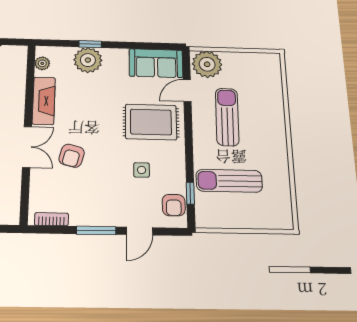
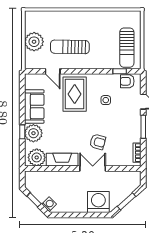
plant: (42, 63) -> (37, 157), width x1.88, depth x1.88
sofa: (156, 63) -> (34, 107), moved
plant: (207, 64) -> (34, 42), moved
sun lounger: (229, 181) -> (127, 48), moved
armchair: (174, 205) -> (127, 81), turned 180

